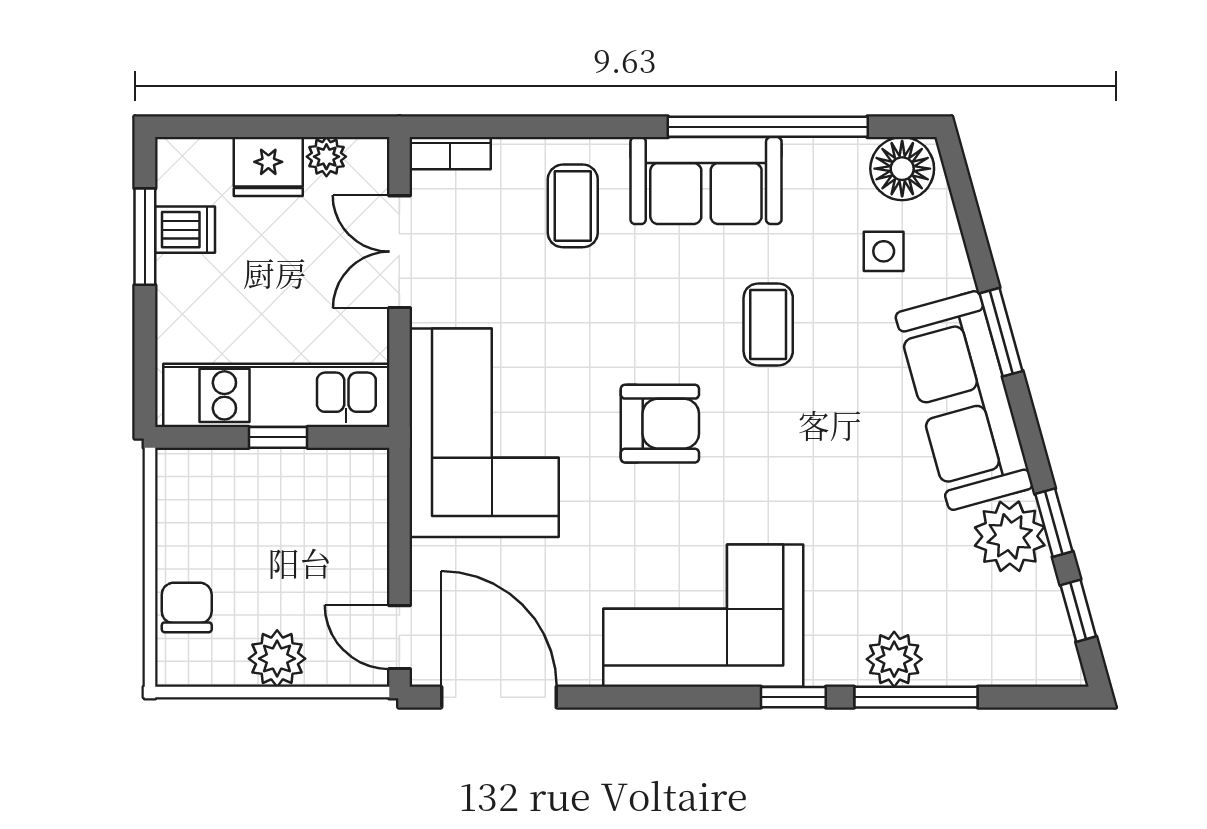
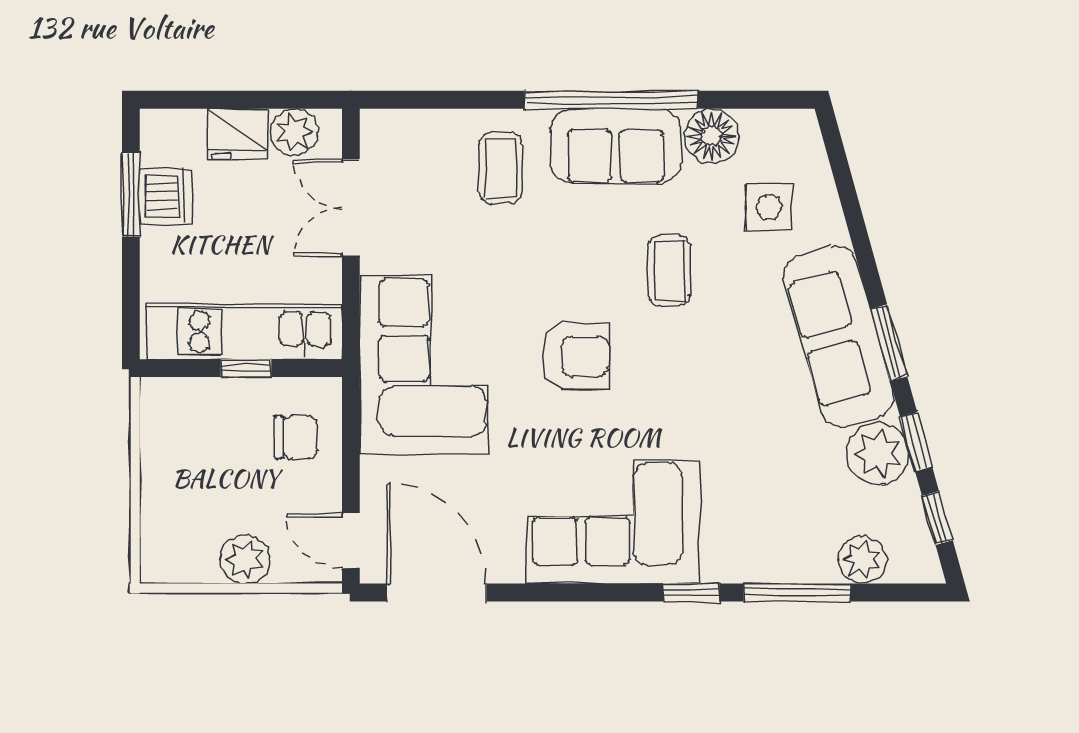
window: (768, 127) -> (611, 100), moved
bookcase: (450, 153) -> (395, 123), removed
plant: (326, 157) -> (294, 132), width x1.38, depth x1.38
floor lamp: (902, 169) -> (712, 136), moved
dishwasher: (185, 230) -> (166, 196), width x1.38
side table: (884, 251) -> (769, 207), width x1.37, depth x1.37
window: (1001, 332) -> (889, 343), moved
chair: (187, 607) -> (296, 437), moved, turned 90
plant: (894, 659) -> (862, 560), moved

